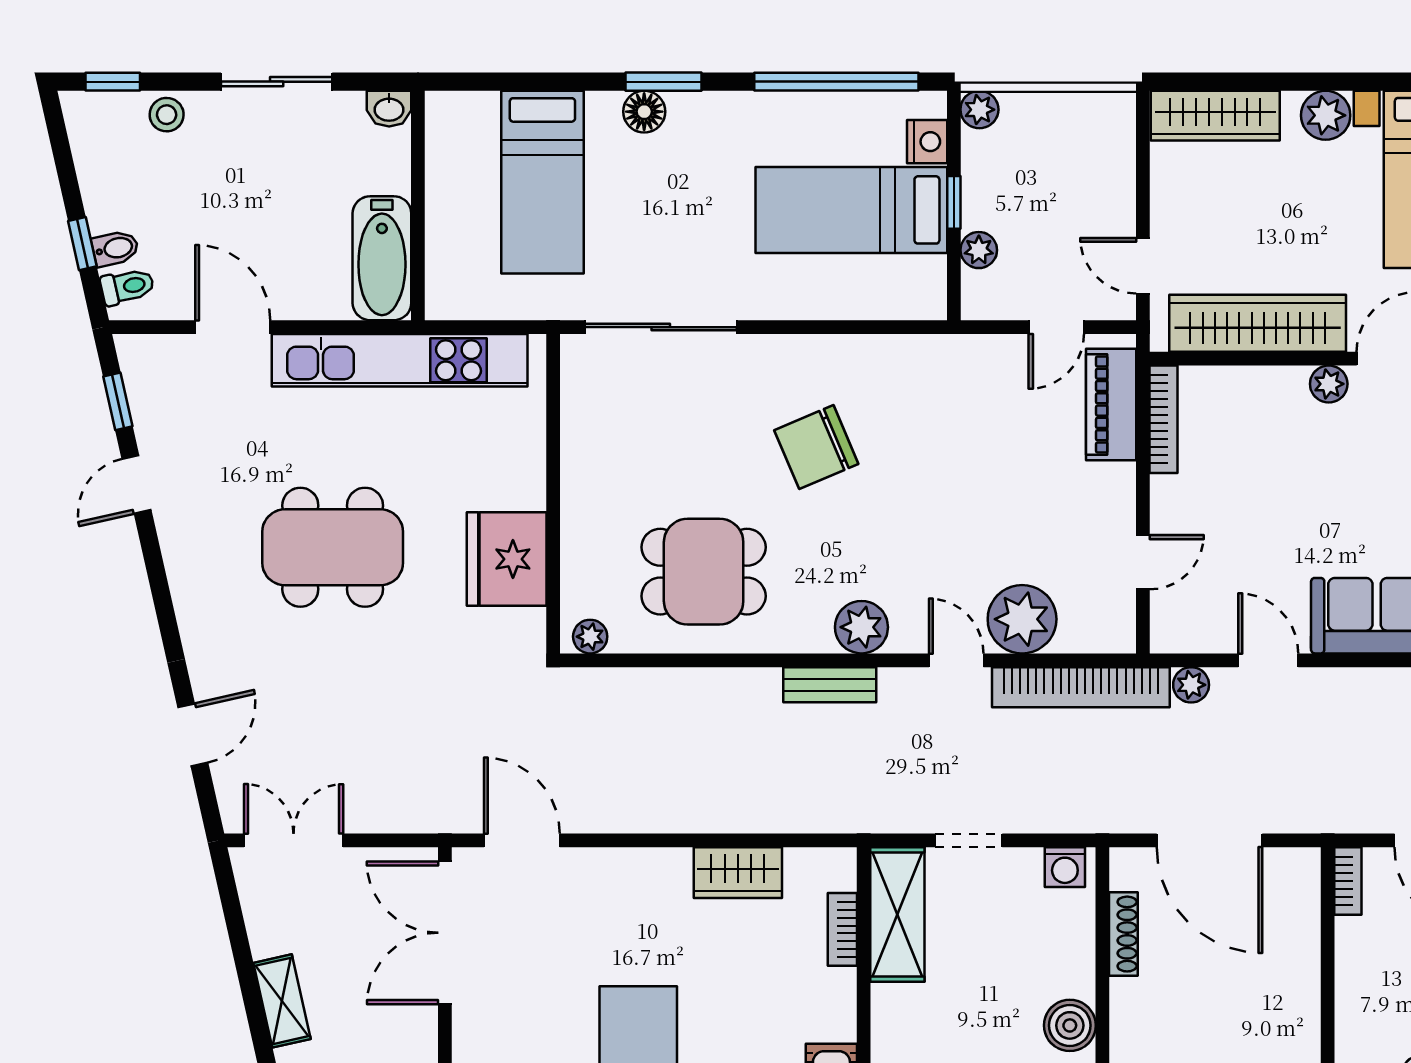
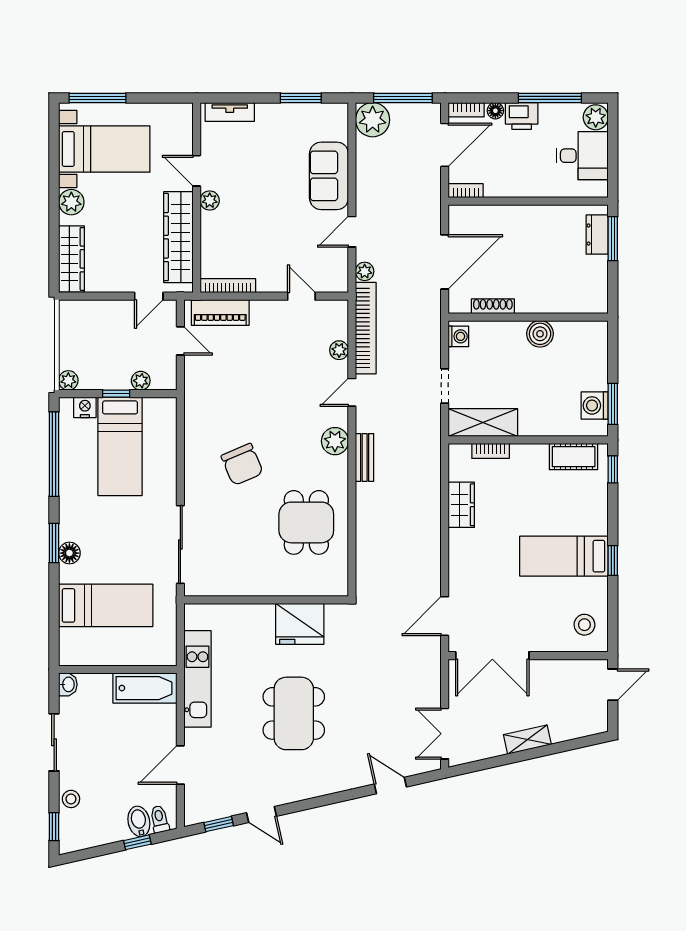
bidet: (115, 248) -> (139, 821), width x1.38, depth x1.36
kitchen unit: (400, 360) -> (197, 679), width x0.73
plant: (1022, 619) -> (339, 350), width x0.53, depth x0.53
plant: (590, 637) -> (340, 581), removed

